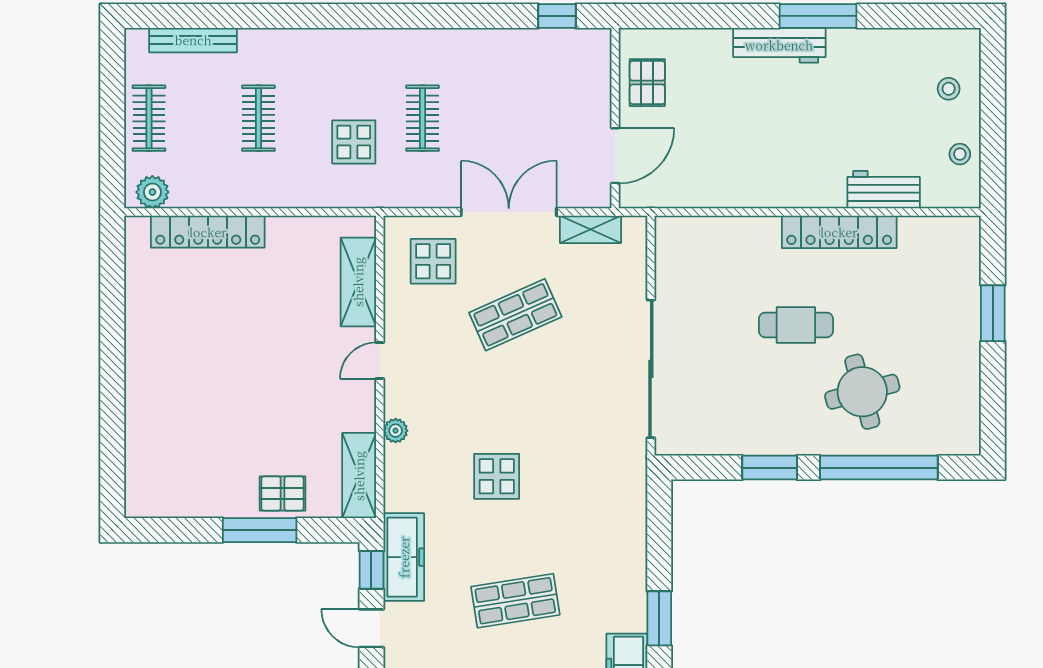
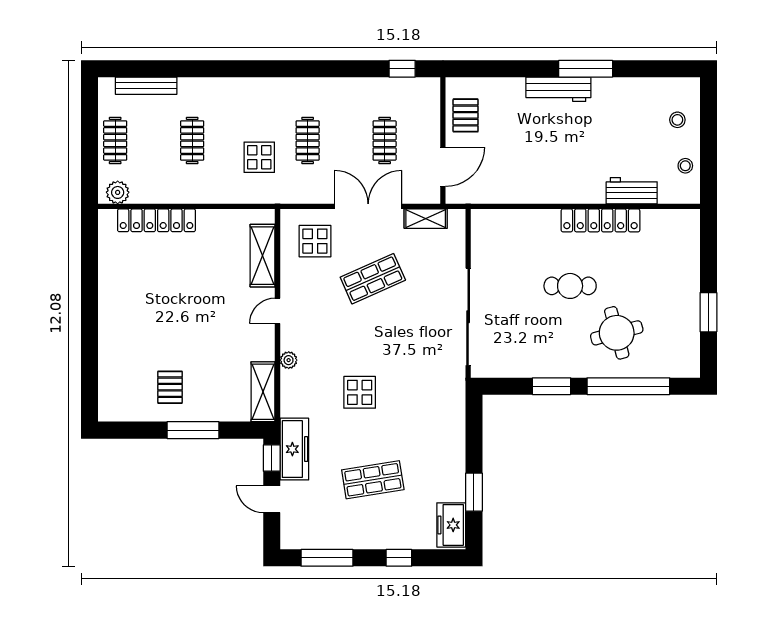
clothes rail: (532, 118) -> (385, 140), added
window: (993, 313) -> (708, 312), moved
pallet: (283, 494) -> (170, 387), moved, turned 90

